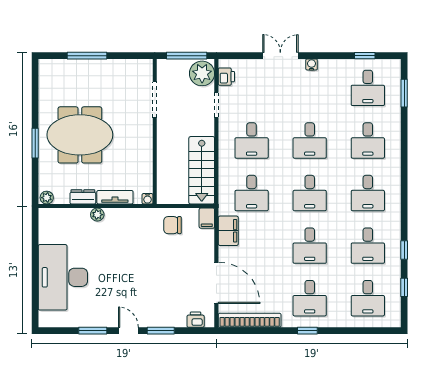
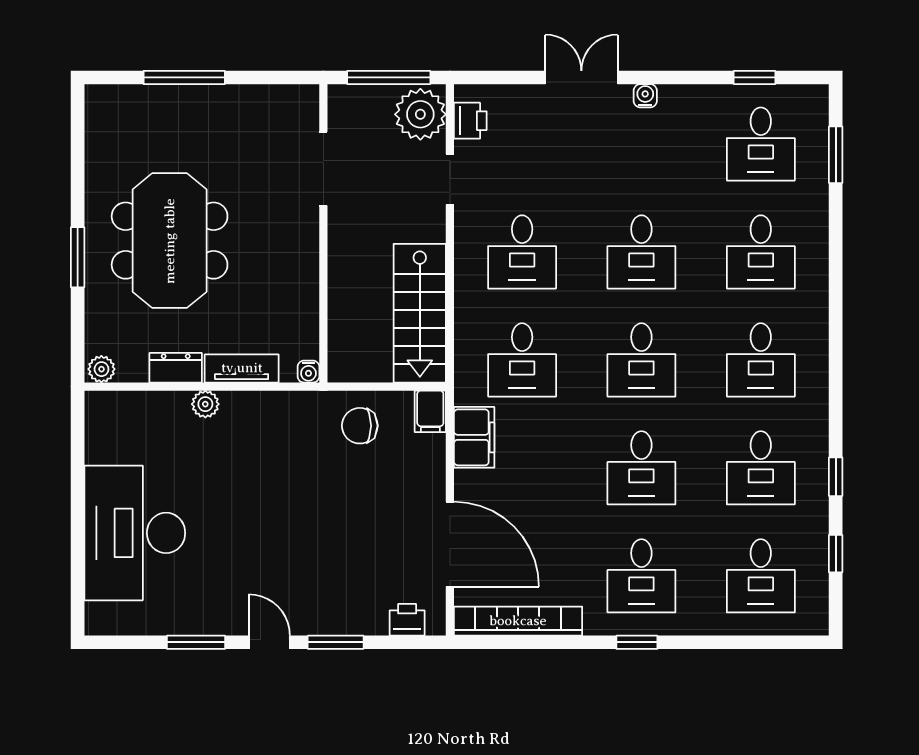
meeting table: (80, 135) -> (170, 241), turned 90

